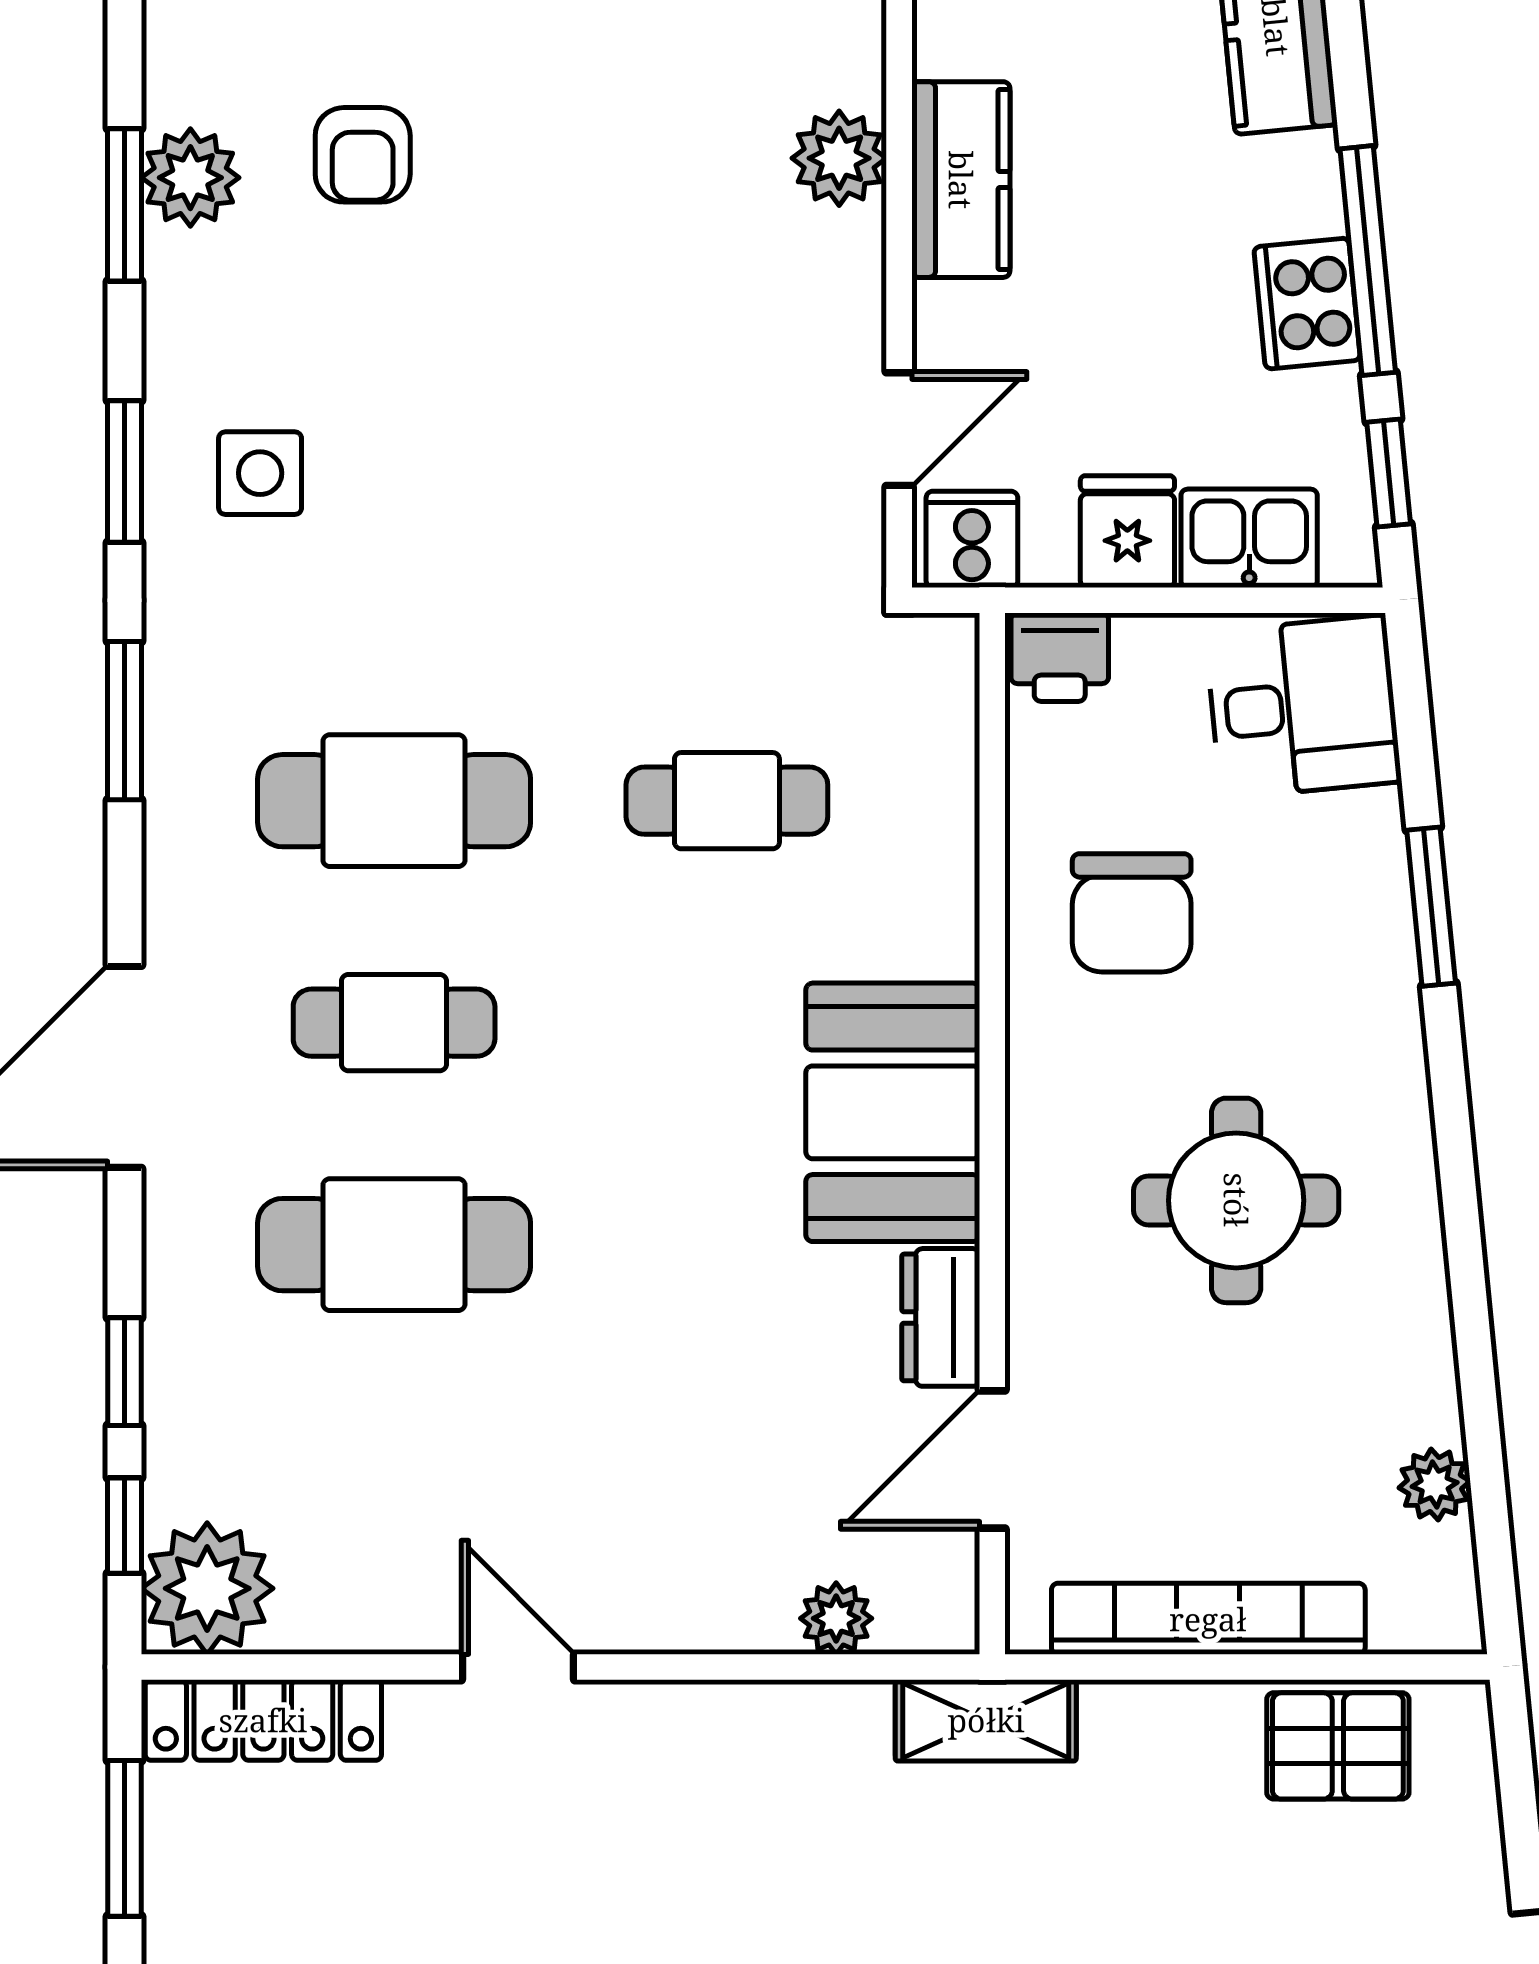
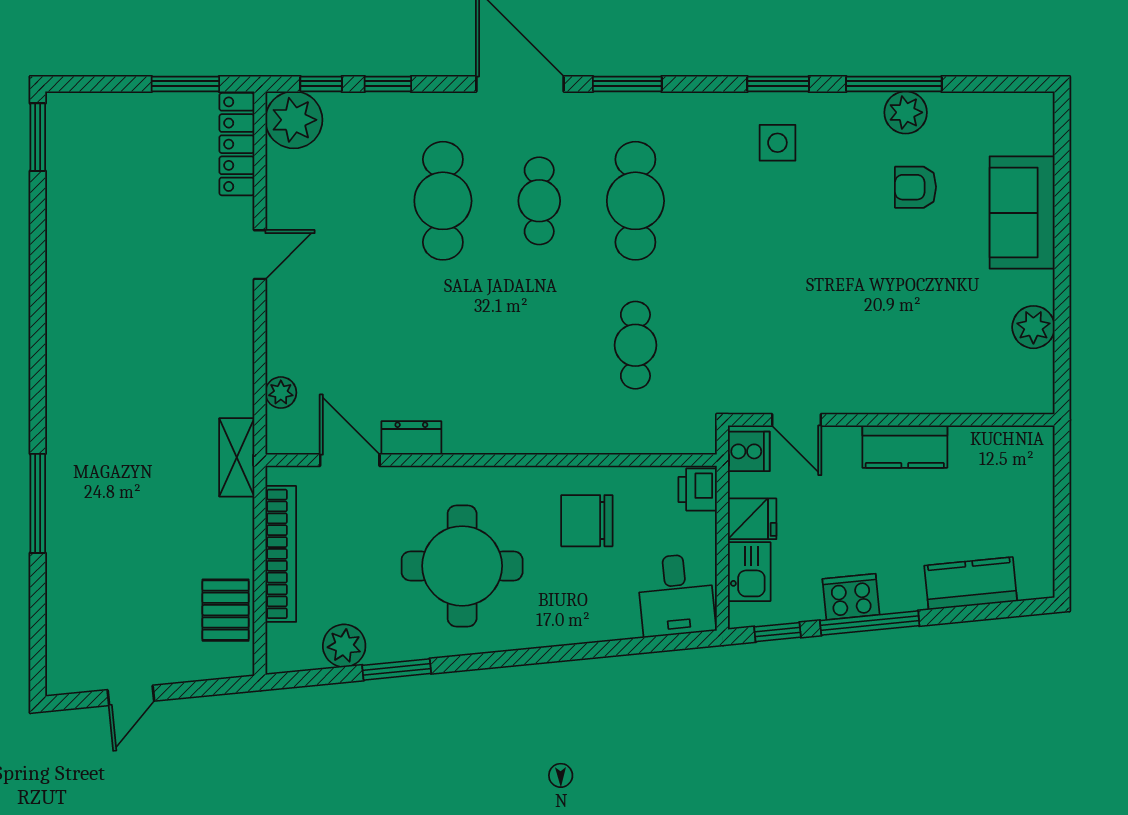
plant: (839, 158) -> (914, 394), removed
window: (124, 205) -> (894, 84), width x1.44
window: (124, 721) -> (627, 84), moved
window: (1431, 907) -> (397, 669), moved
booth: (893, 1112) -> (500, 417), removed
round table: (1236, 1200) -> (462, 566), width x1.36, depth x1.36
plant: (1435, 1485) -> (344, 646), width x1.38, depth x1.38

